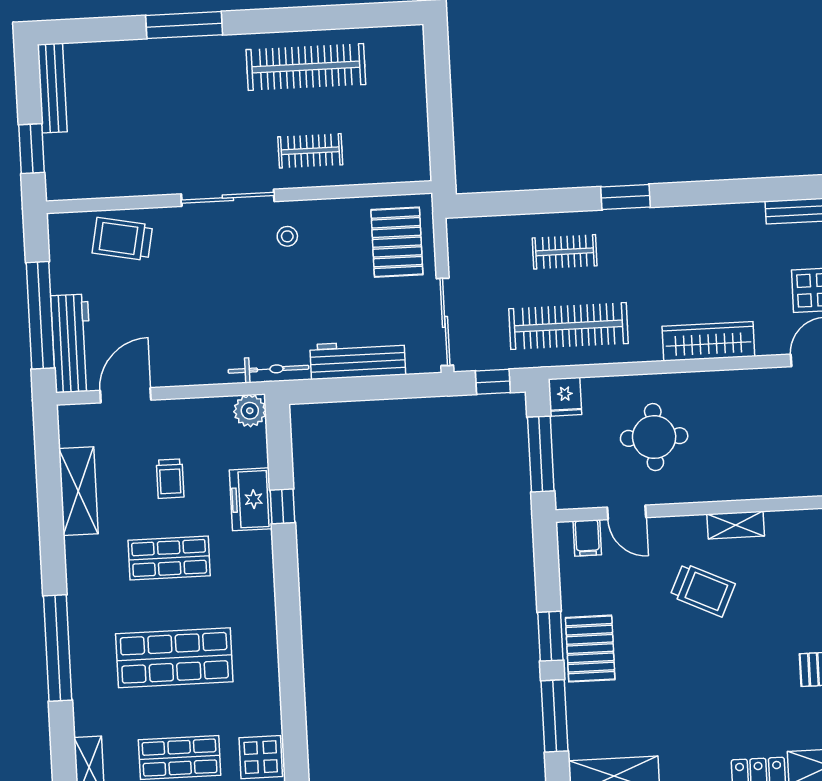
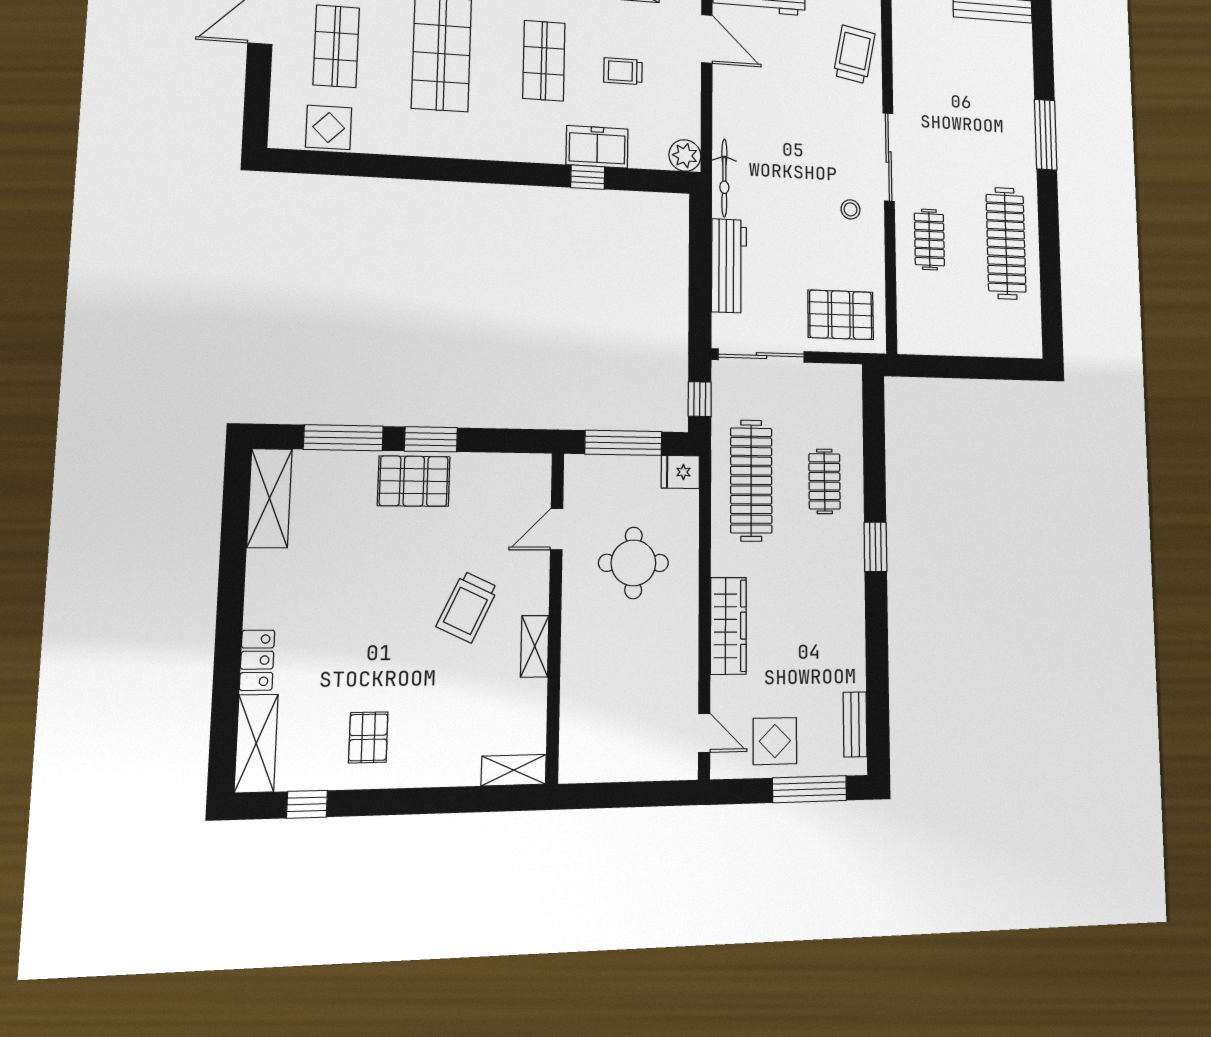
filing cabinet: (587, 538) -> (533, 486), removed

